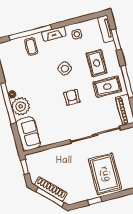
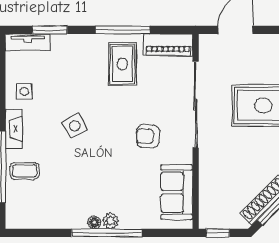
rug: (97, 63) -> (79, 72), removed
armchair: (72, 97) -> (148, 136), moved
plant: (21, 106) -> (110, 221), width x0.53, depth x0.53
sofa: (28, 134) -> (177, 192), moved, turned -90

